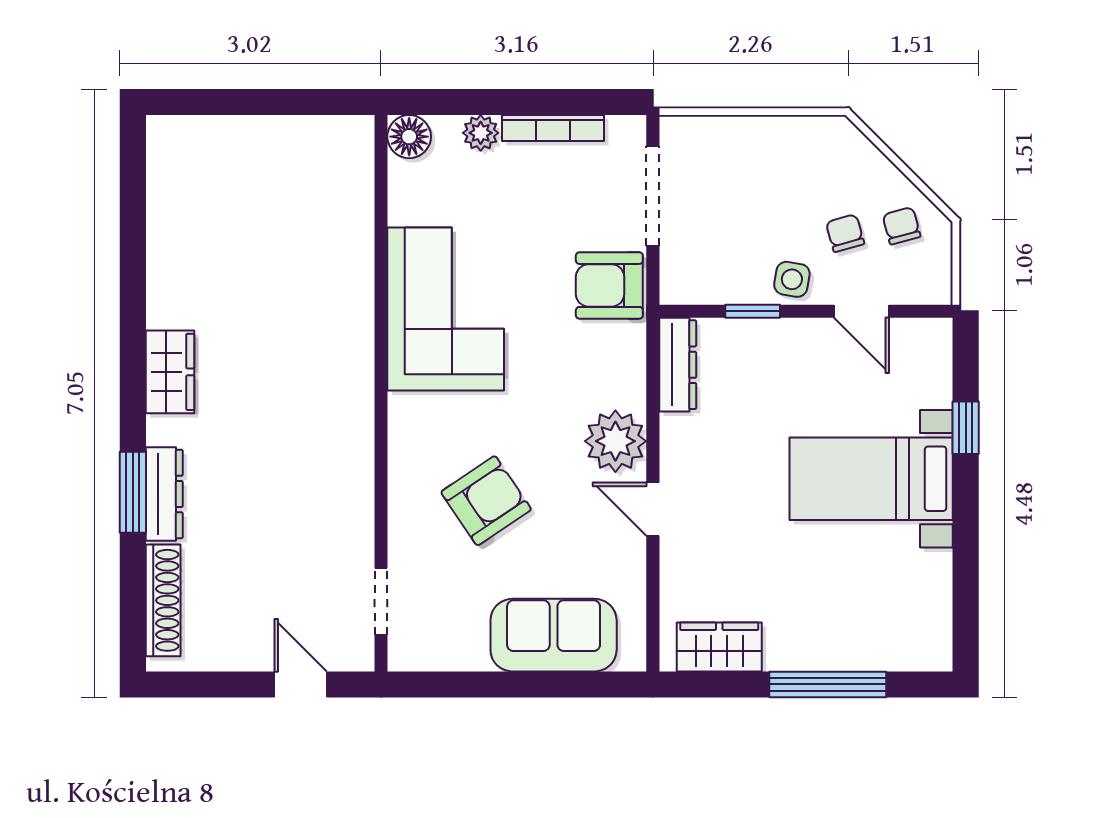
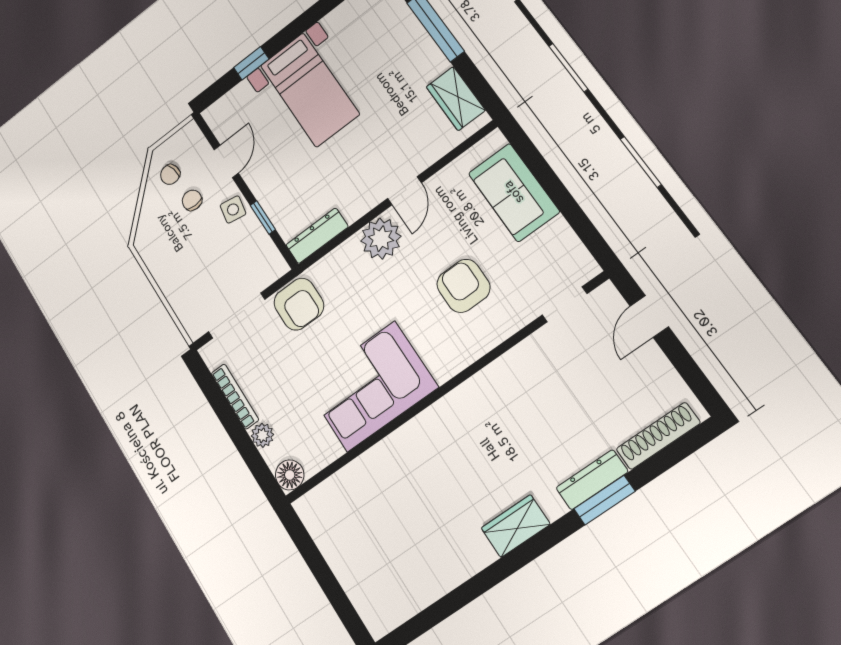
chair: (845, 233) -> (192, 200), turned 106
armchair: (486, 501) -> (463, 286), turned 34

